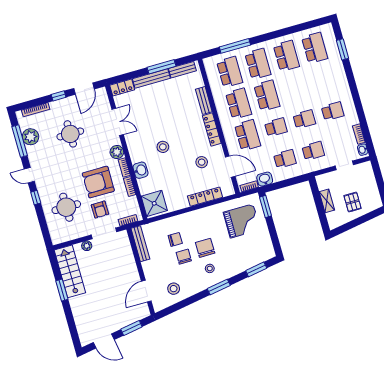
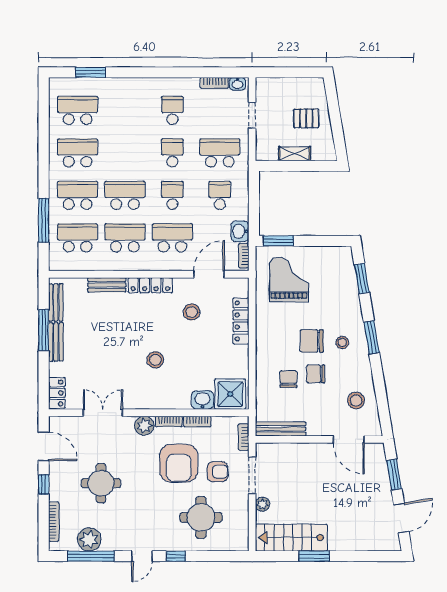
bench: (151, 79) -> (56, 342), width x0.73
school desk: (313, 151) -> (220, 153), width x1.85
washbasin: (140, 170) -> (202, 400), moved

